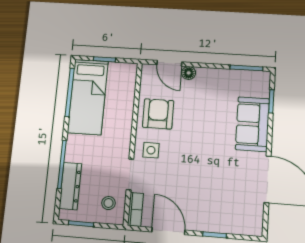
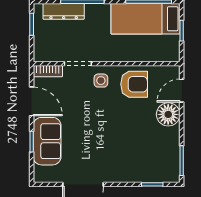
floor lamp: (189, 73) -> (168, 114), width x1.89, depth x1.89
sofa: (252, 124) -> (47, 141), moved, turned 90
stool: (109, 203) -> (51, 47), removed
door: (168, 231) -> (32, 101), hinge flipped

